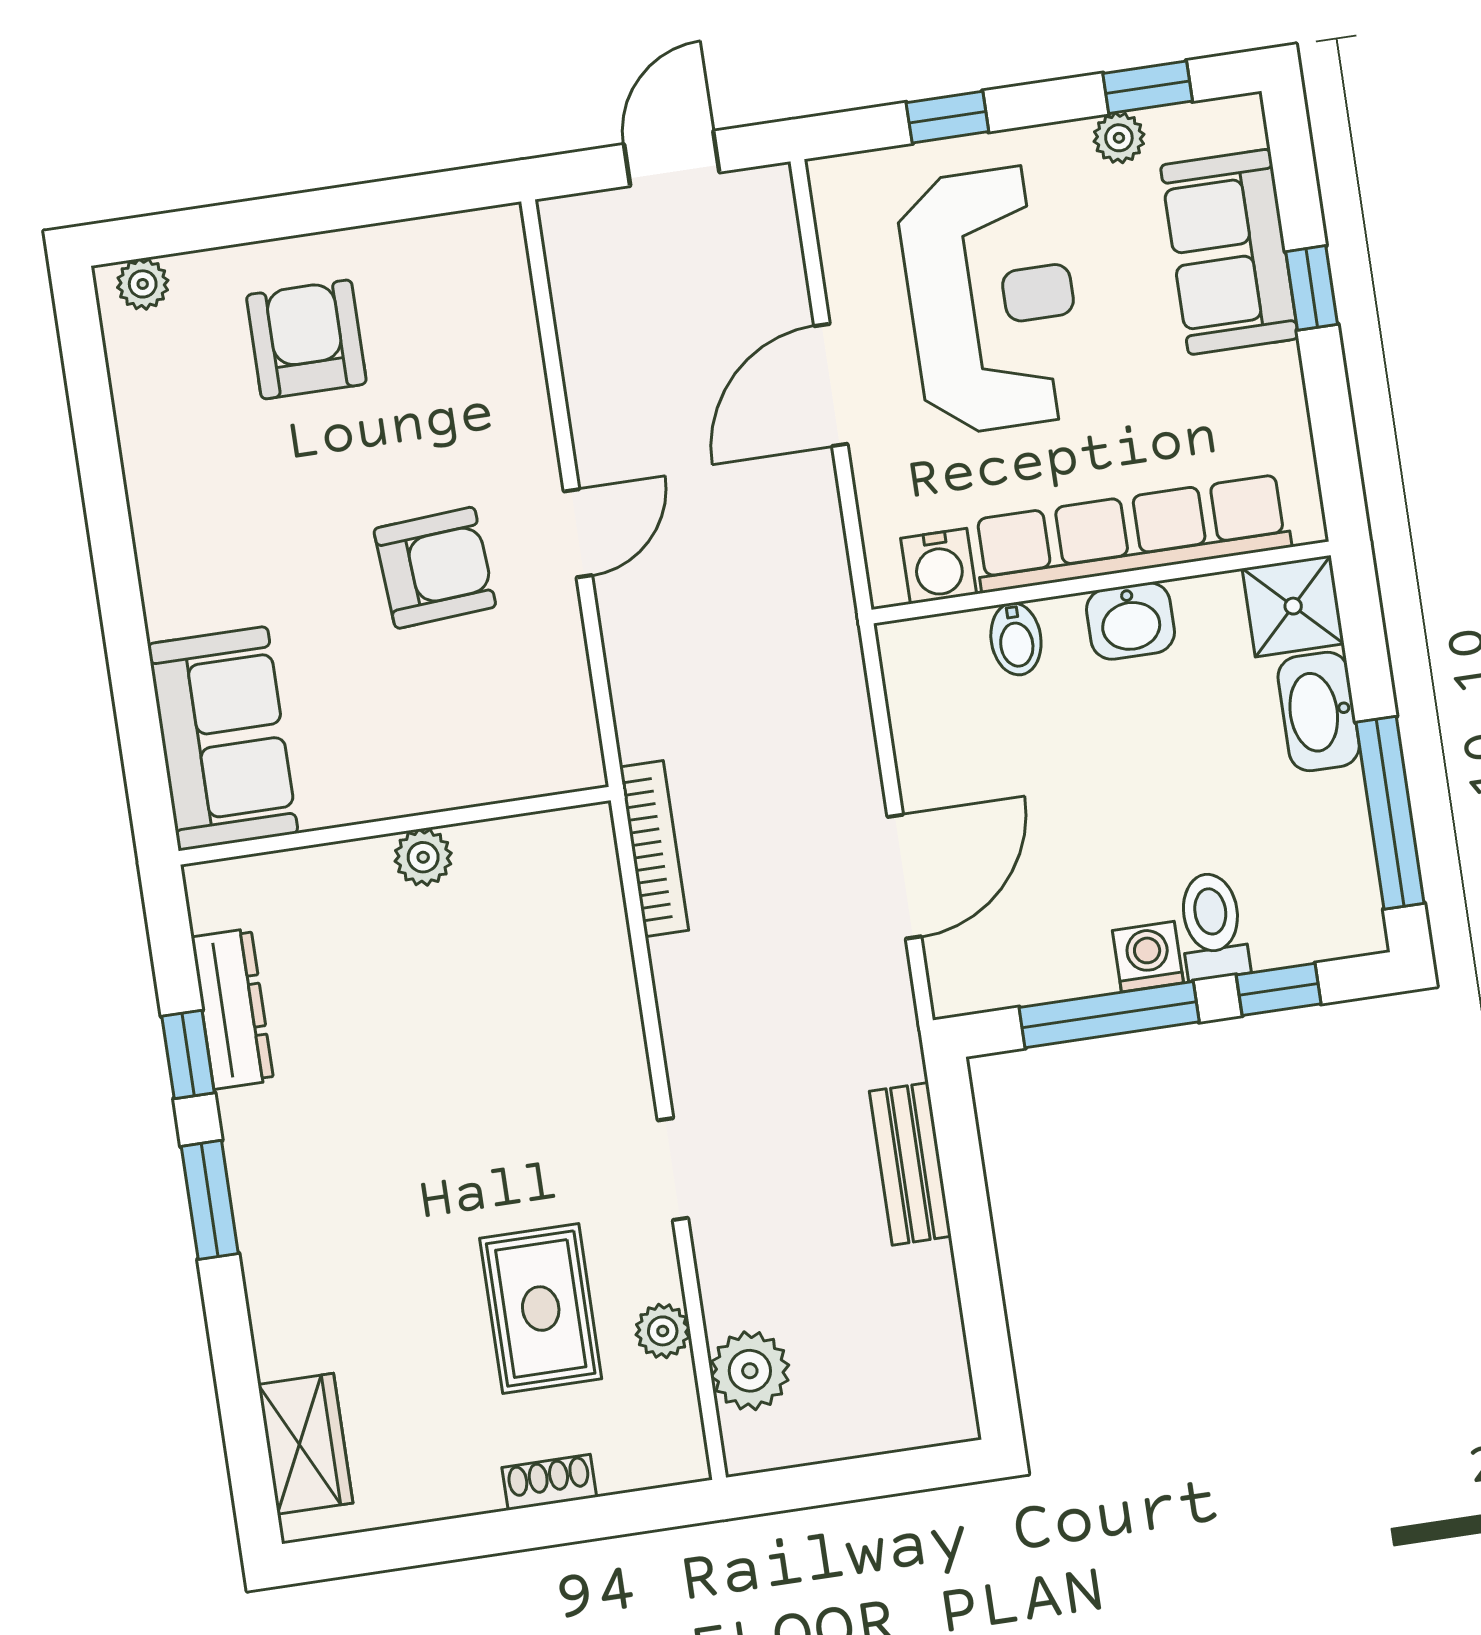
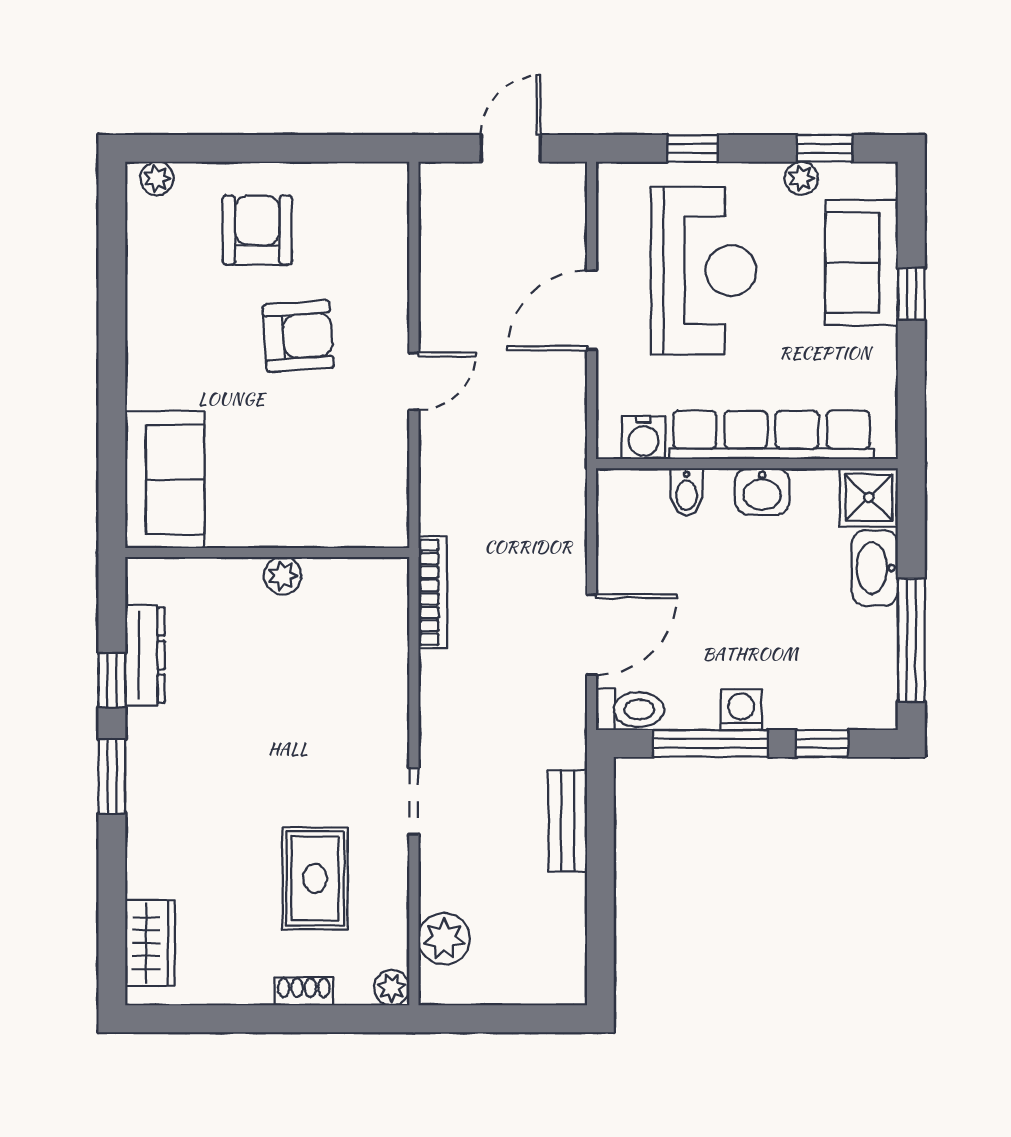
armchair: (435, 568) -> (298, 336), moved
toilet: (1212, 926) -> (630, 709), moved, turned 90
plant: (663, 1331) -> (392, 988), moved

